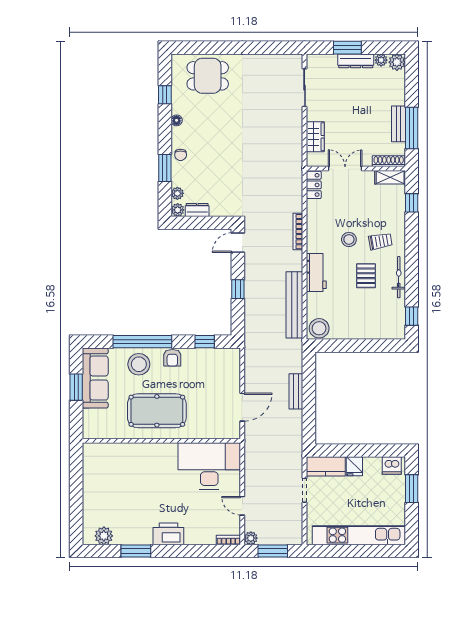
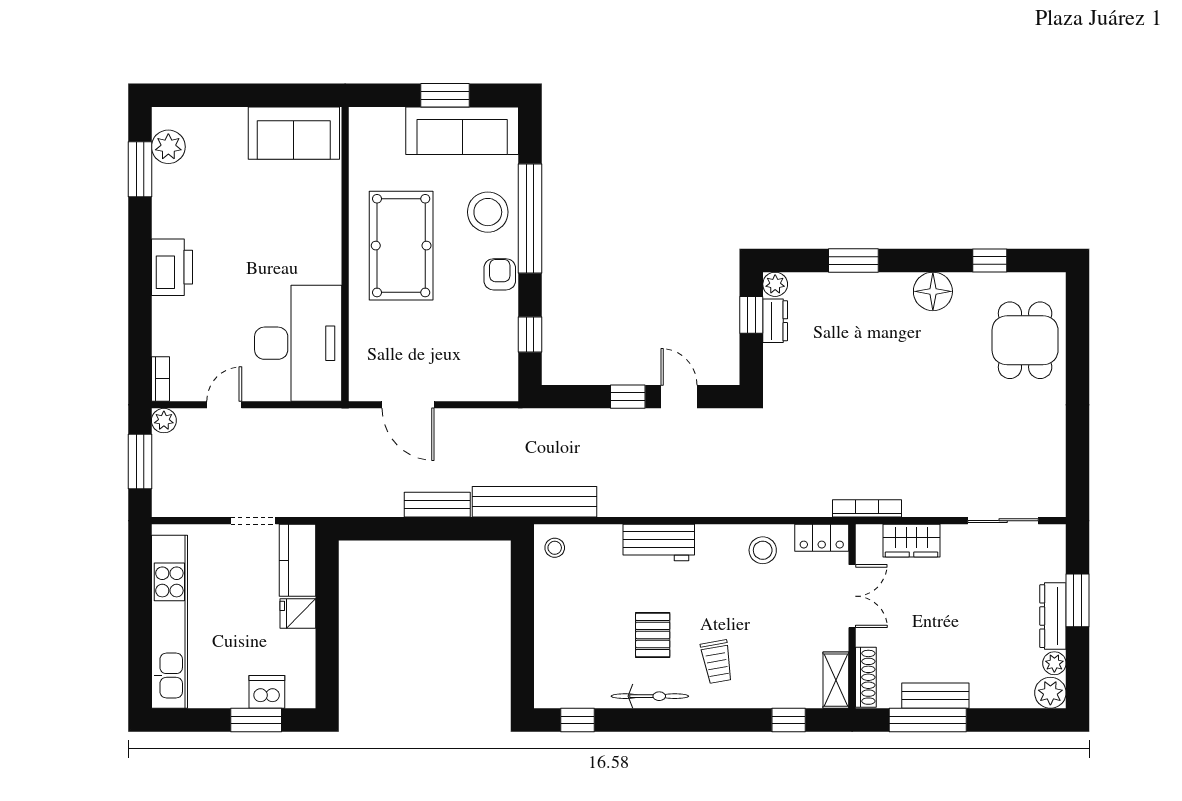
floor lamp: (177, 120) -> (933, 291), width x1.89, depth x1.89
chair: (181, 155) -> (878, 290), removed
plant: (177, 193) -> (806, 284), removed
window: (194, 223) -> (751, 315), added
bookcase: (298, 232) -> (867, 508), moved
stool: (349, 239) -> (763, 550), moved
door: (238, 243) -> (679, 397), moved
pallet: (366, 276) -> (653, 635), turned 90
bench: (294, 305) -> (534, 502), moved
stool: (319, 328) -> (555, 548), width x0.53, depth x0.53
armchair: (172, 358) -> (500, 274), turned 90
dishwasher: (392, 466) -> (267, 692), moved, turned 90
sofa: (96, 468) -> (294, 133), added
window: (136, 551) -> (140, 169), moved

